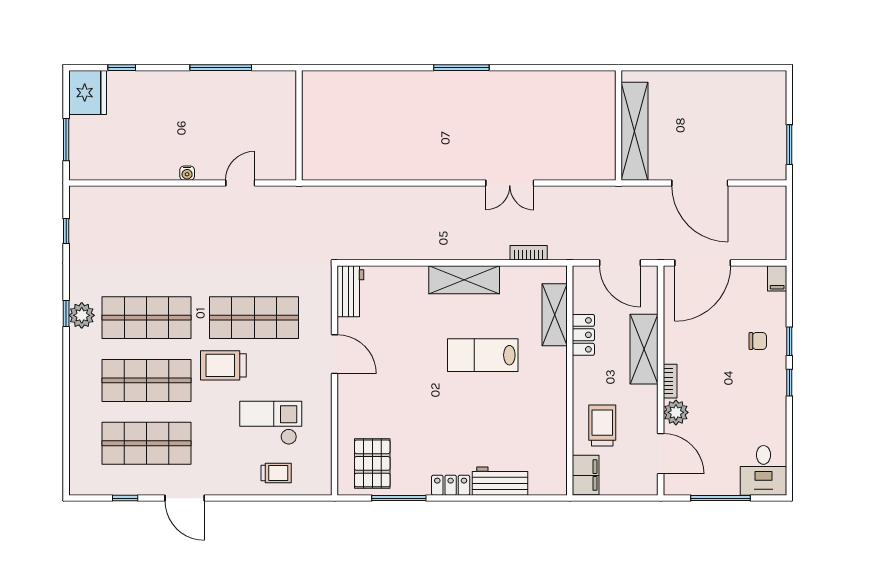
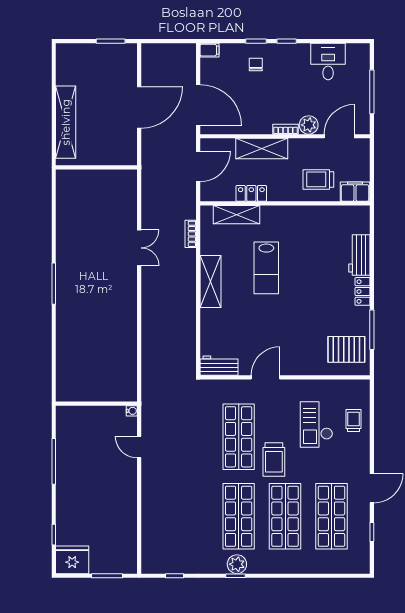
shelving: (635, 131) -> (66, 122), moved, turned 90
water cooler: (187, 173) -> (132, 411), moved
desk: (763, 470) -> (328, 62), moved, turned -90

